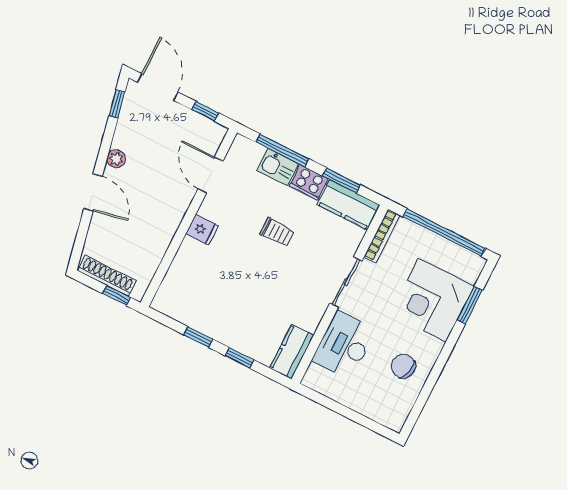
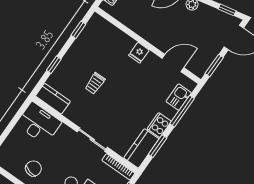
window: (205, 111) -> (214, 66), width x1.50
kitchen sink: (278, 167) -> (179, 97), moved
trolley: (277, 232) -> (95, 83), moved
window: (198, 337) -> (78, 30), moved
desk: (344, 345) -> (39, 123), moved

